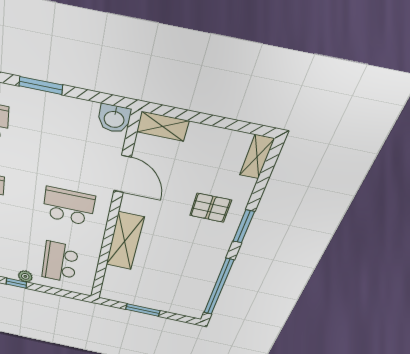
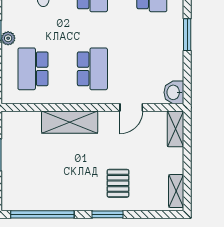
shelving: (257, 157) -> (176, 191), moved, turned 90
door: (122, 174) -> (131, 107), width x0.73
school desk: (60, 262) -> (33, 69), turned -90

